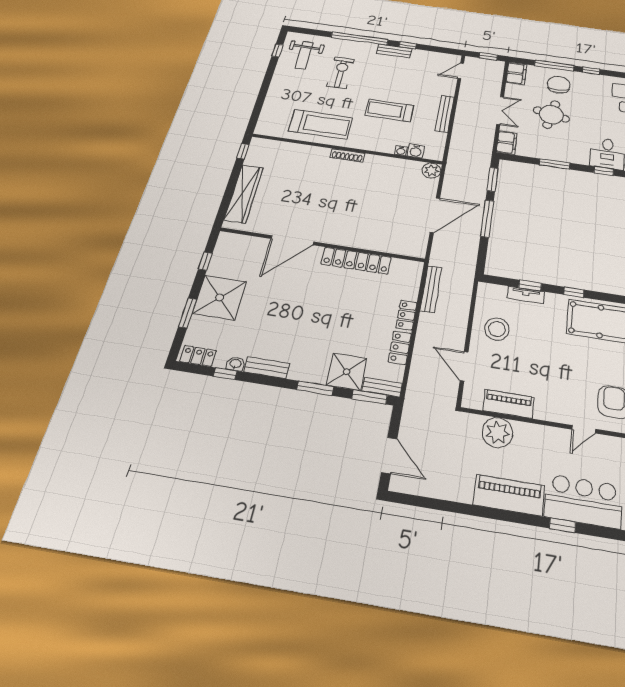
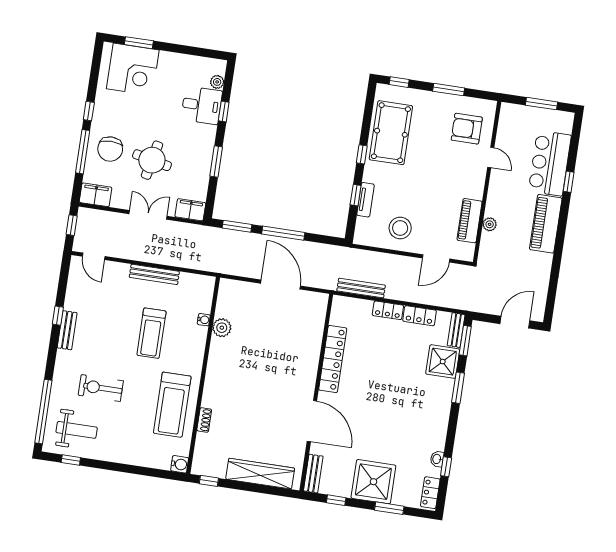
window: (360, 39) -> (43, 412), moved
chair: (559, 85) -> (110, 149), turned -86
treadmill: (320, 124) -> (172, 405), turned 180
water cooler: (416, 151) -> (180, 464), moved
shoe rack: (347, 155) -> (204, 420), moved, width x0.70
plant: (432, 171) -> (222, 328), moved
bench: (267, 368) -> (313, 474), moved
plant: (497, 433) -> (490, 224), width x0.53, depth x0.53

